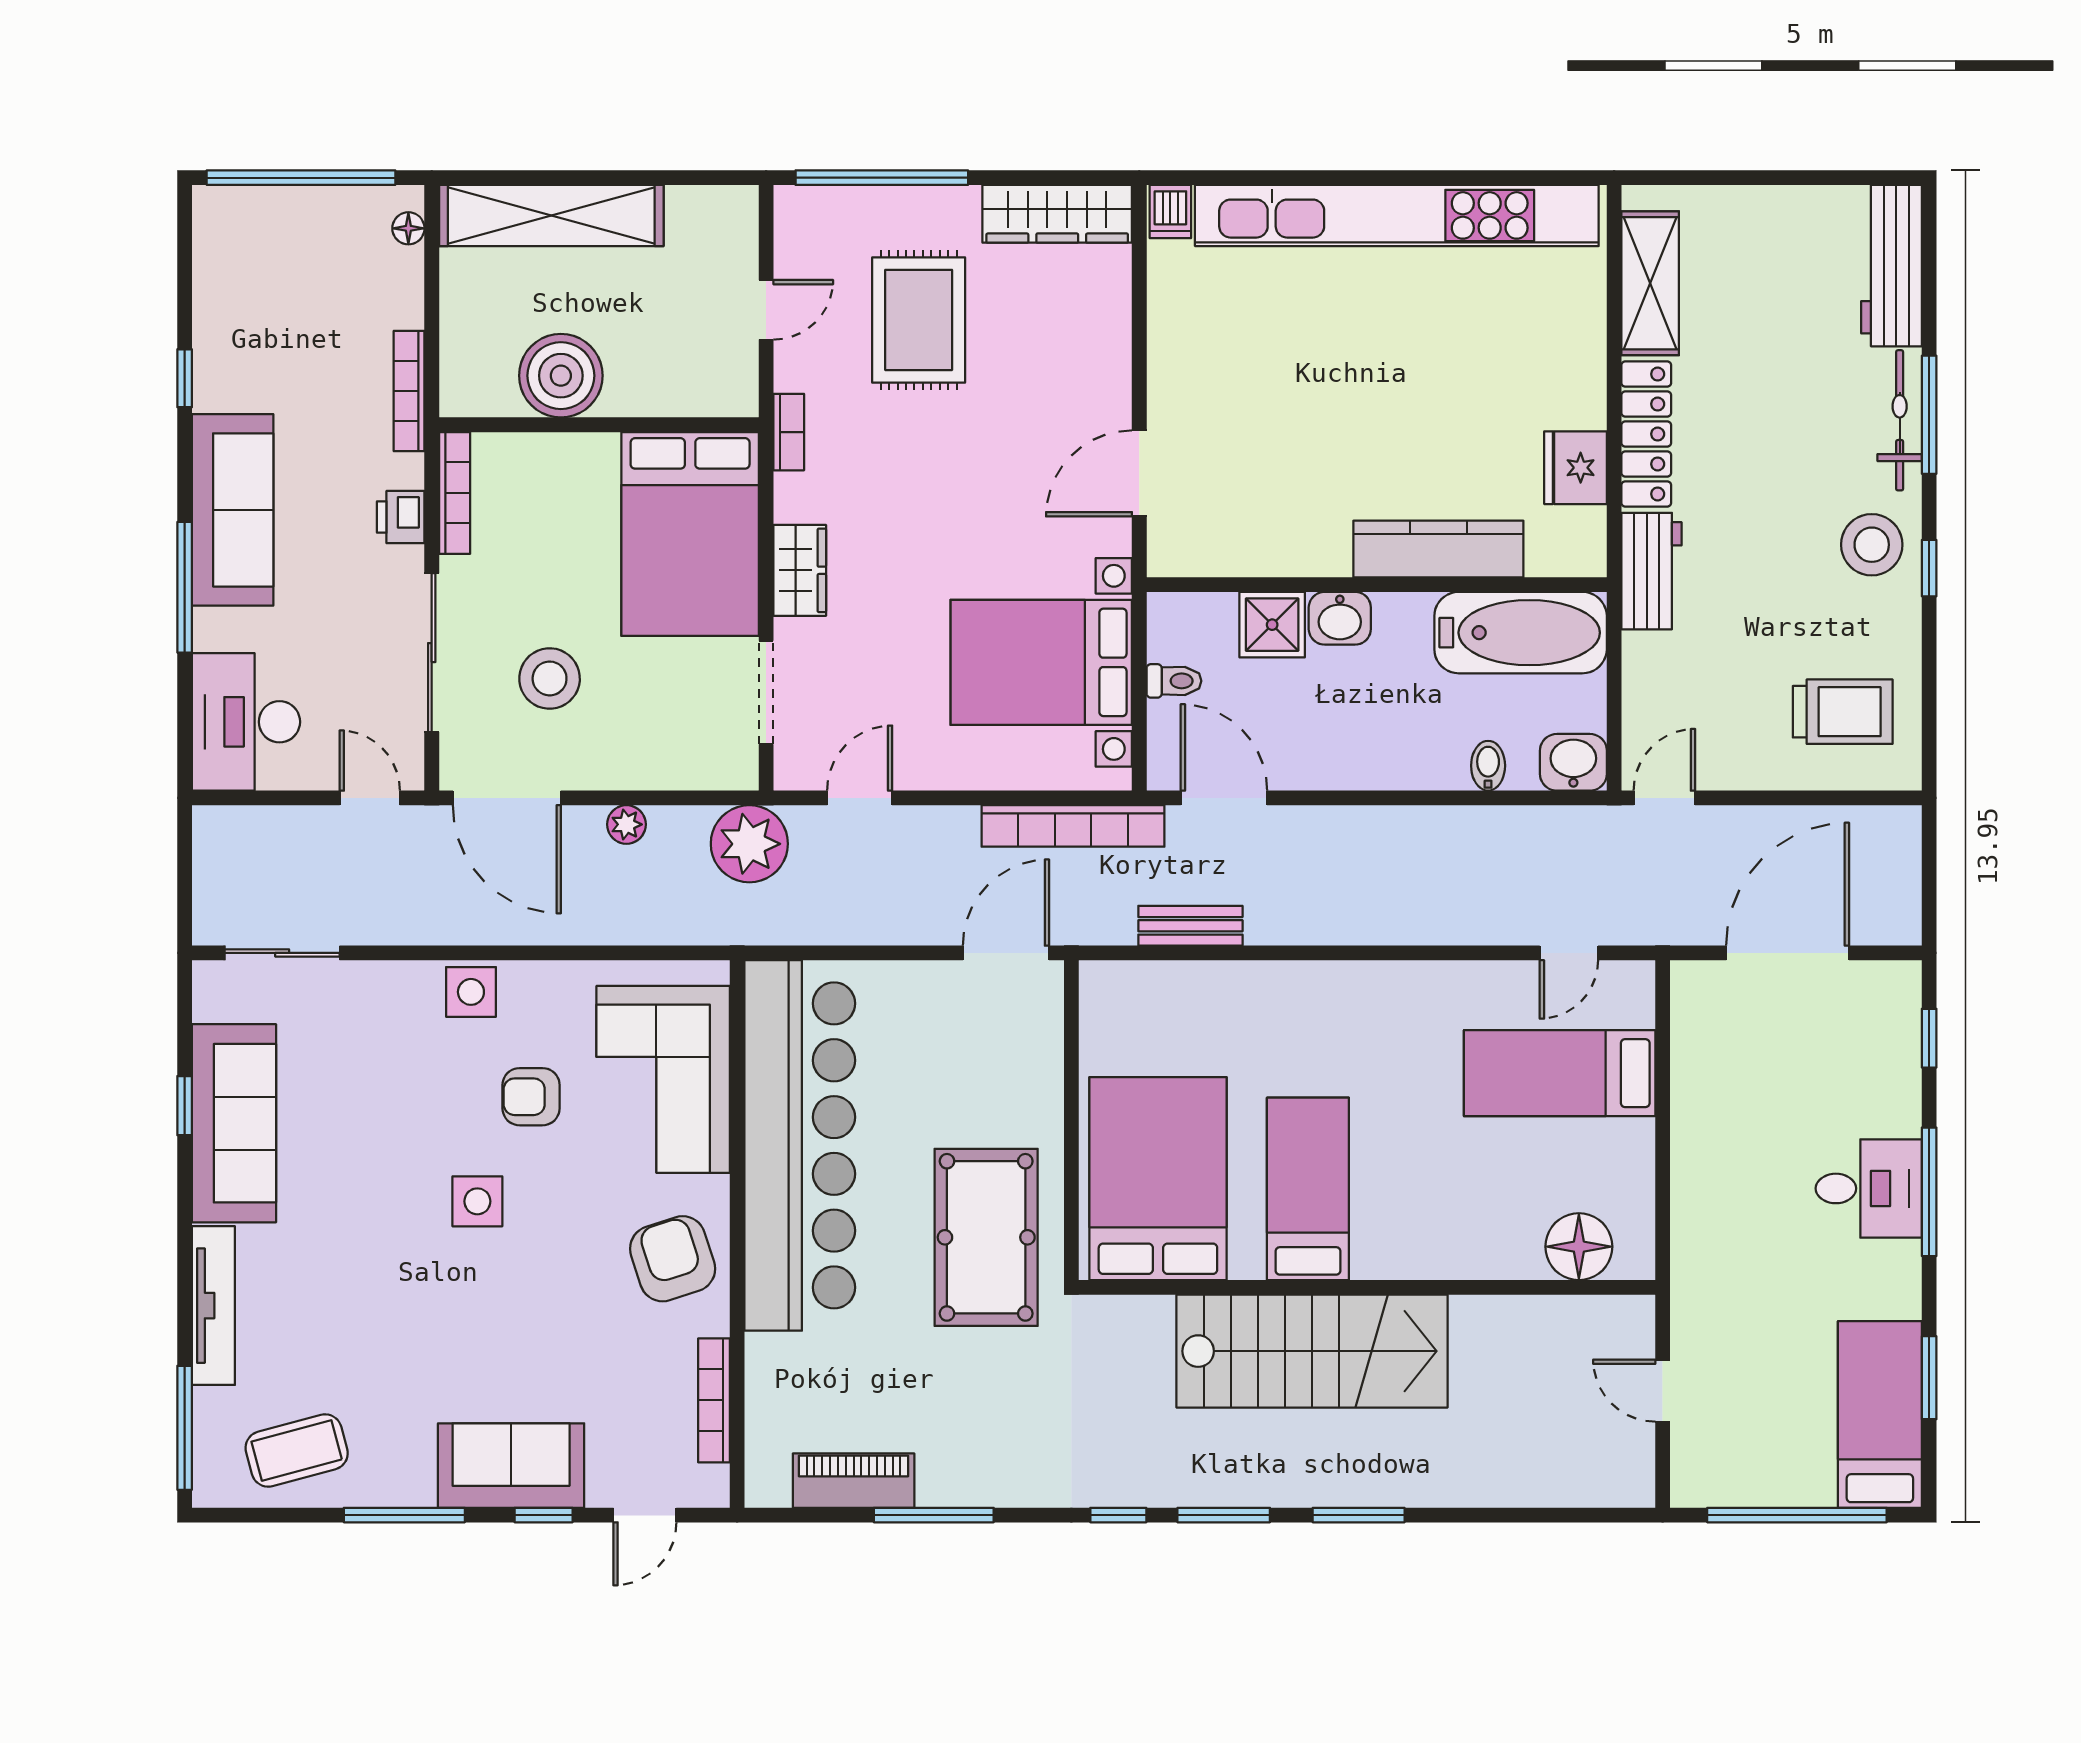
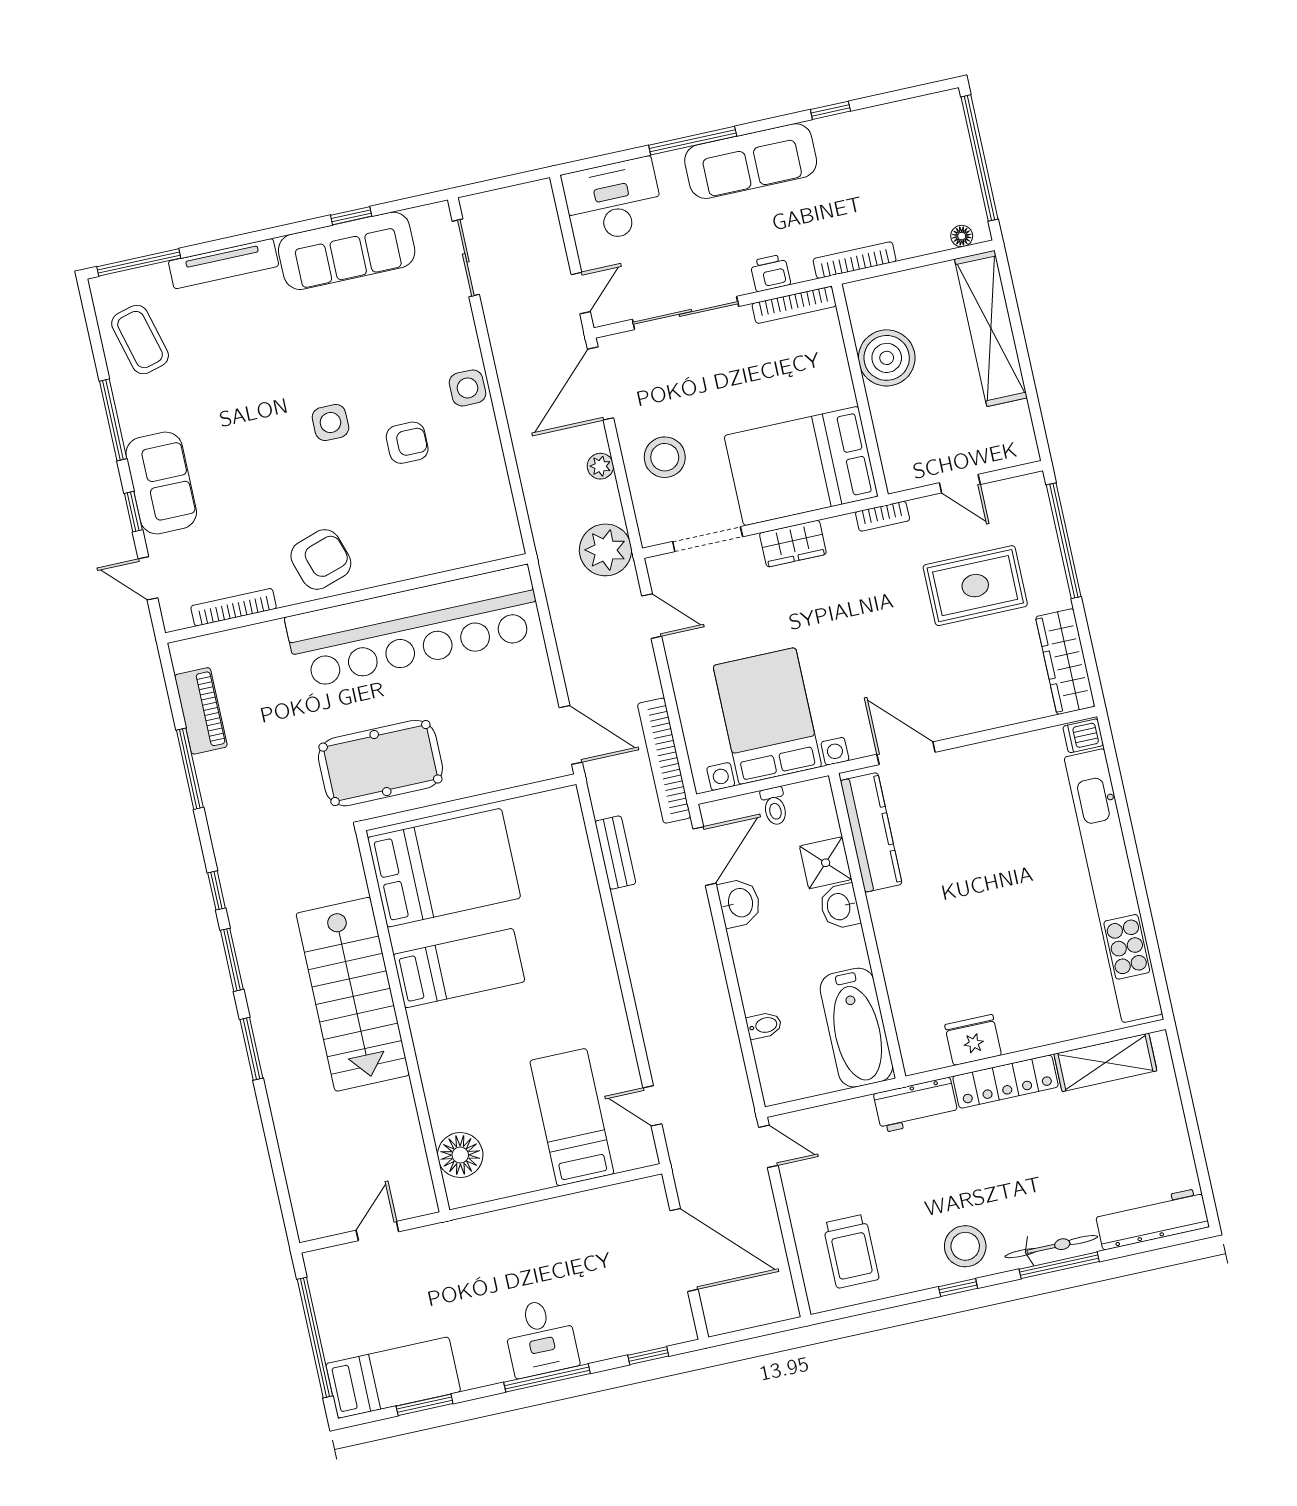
kitchen counter: (1438, 549) -> (871, 832), moved
stool: (550, 678) -> (665, 457), moved
washbasin: (1573, 762) -> (739, 903), moved
corner sofa: (663, 1079) -> (438, 527), removed
armchair: (531, 1097) -> (407, 443), turned 90

